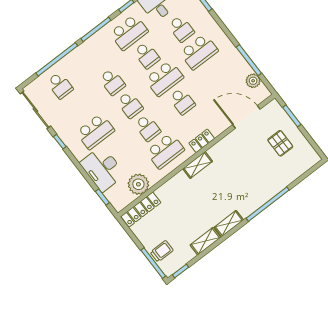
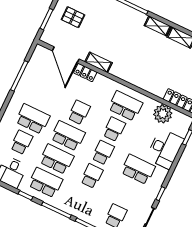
school desk: (147, 55) -> (57, 159), width x1.85
plant: (253, 81) -> (34, 64), removed
locker: (202, 141) -> (85, 72), moved
pallet: (280, 143) -> (73, 17), turned 90
shelving: (198, 165) -> (99, 62), moved

